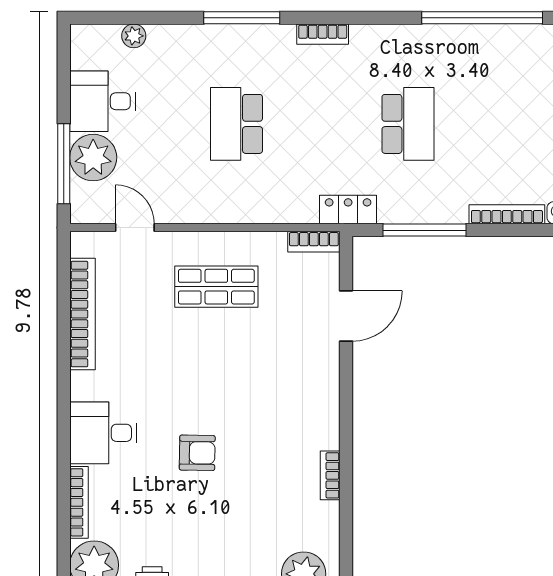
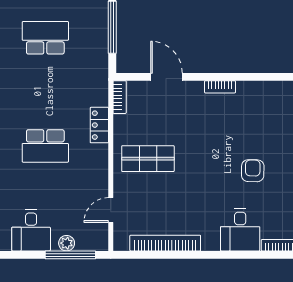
plant: (93, 158) -> (67, 243), width x0.53, depth x0.53
locker: (348, 210) -> (99, 125), moved
shop shelf: (216, 287) -> (148, 159), turned 90
bookcase: (330, 475) -> (220, 87), moved

